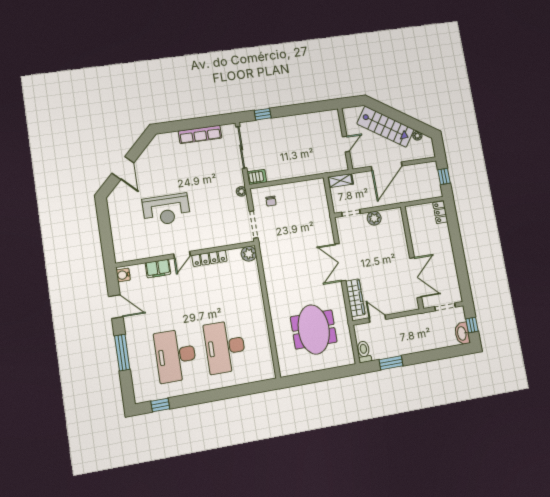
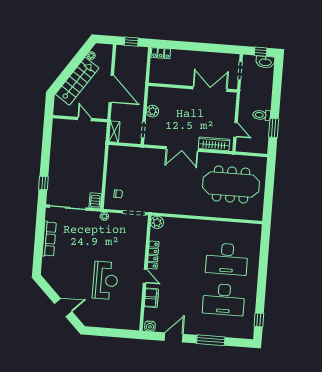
door: (377, 319) -> (235, 130), swing flipped
meeting table: (314, 329) -> (231, 185), width x1.36
toilet: (364, 352) -> (262, 115), moved

